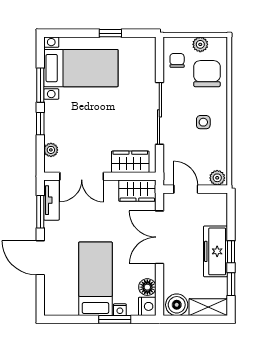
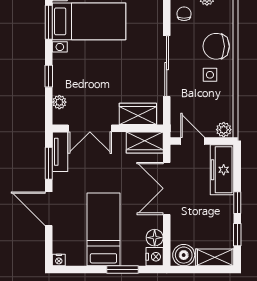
chair: (207, 74) -> (216, 46), moved, turned -90
window: (40, 85) -> (49, 22), moved
freezer: (216, 251) -> (222, 170), moved
nightstand: (120, 310) -> (59, 260), moved

